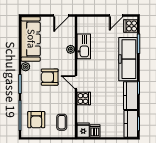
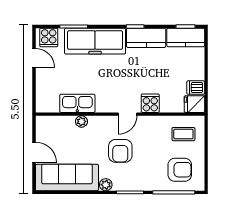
door: (61, 15) -> (34, 153), moved

